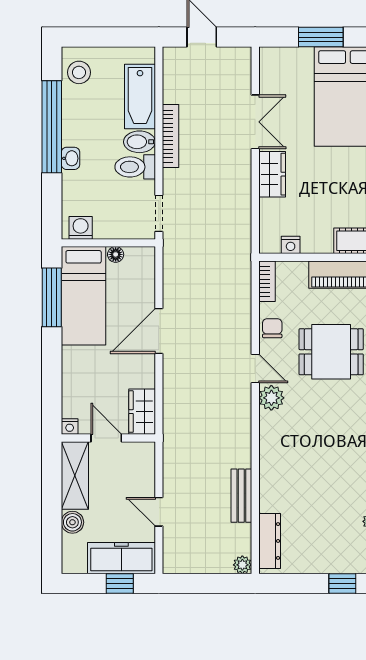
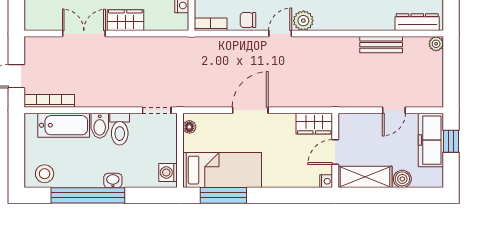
bookcase: (171, 136) -> (49, 101), moved
floor lamp: (116, 254) -> (189, 127), moved
door: (159, 331) -> (250, 110), swing flipped

